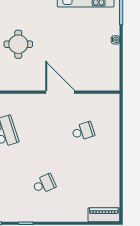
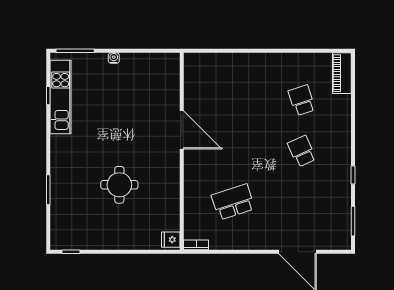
door: (60, 92) -> (182, 130), swing flipped
school desk: (83, 131) -> (302, 100), moved

